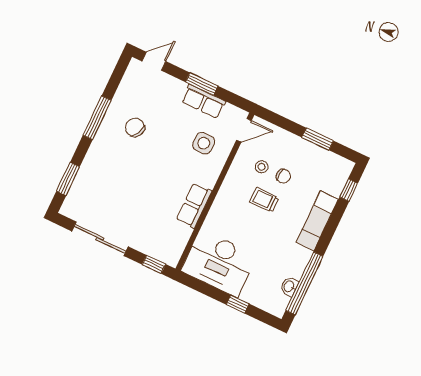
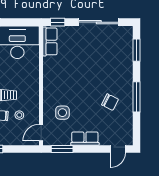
window: (202, 84) -> (62, 149), moved
row of seats: (203, 102) -> (85, 139), moved
row of seats: (194, 206) -> (50, 41), moved

